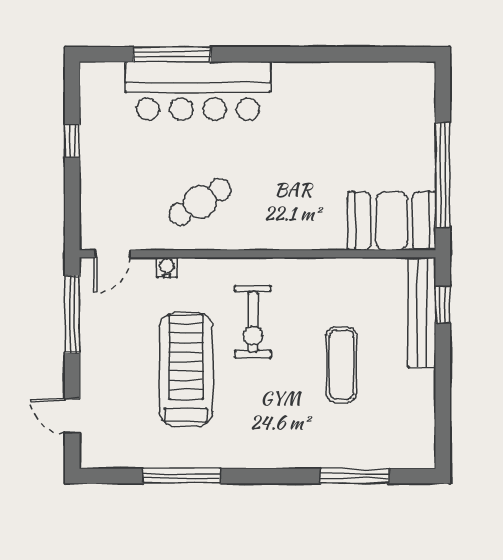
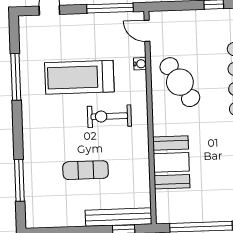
cafe table: (200, 202) -> (180, 82), width x1.37, depth x1.35
booth: (392, 221) -> (171, 162), moved
treadmill: (186, 370) -> (79, 77), turned 180

